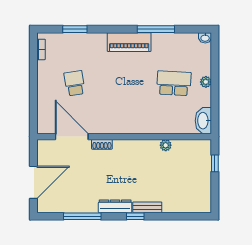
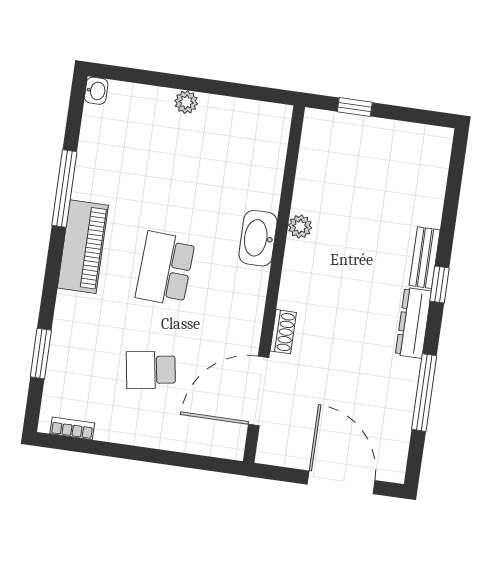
school desk: (174, 83) -> (165, 269), moved
washbasin: (203, 121) -> (258, 238), moved, turned 90
plant: (166, 145) -> (300, 226), moved

